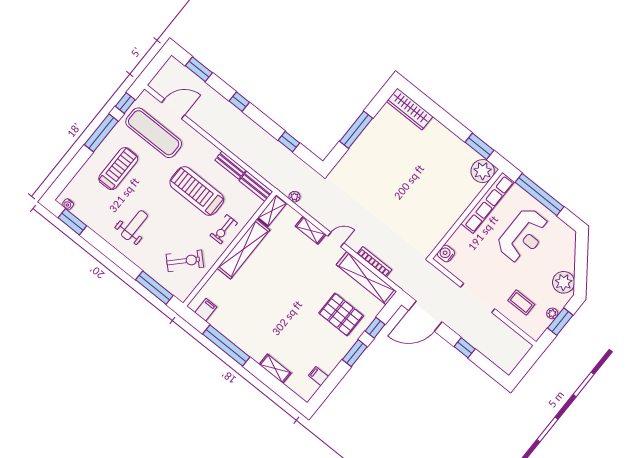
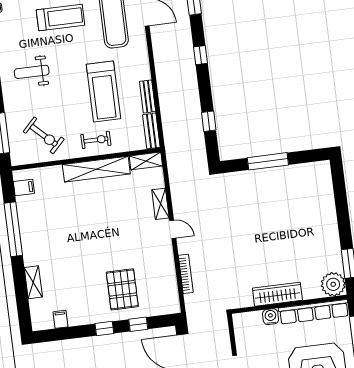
wardrobe: (410, 109) -> (277, 294), moved, turned 90
treadmill: (197, 191) -> (103, 91), turned 180
plant: (294, 197) -> (173, 167), removed
weight bench: (134, 225) -> (32, 72), turned 180
exercise bike: (224, 229) -> (96, 140), turned 180
water cooler: (446, 254) -> (271, 317), moved
shelving: (366, 278) -> (168, 280), removed
window: (355, 353) -> (104, 328), width x0.67

